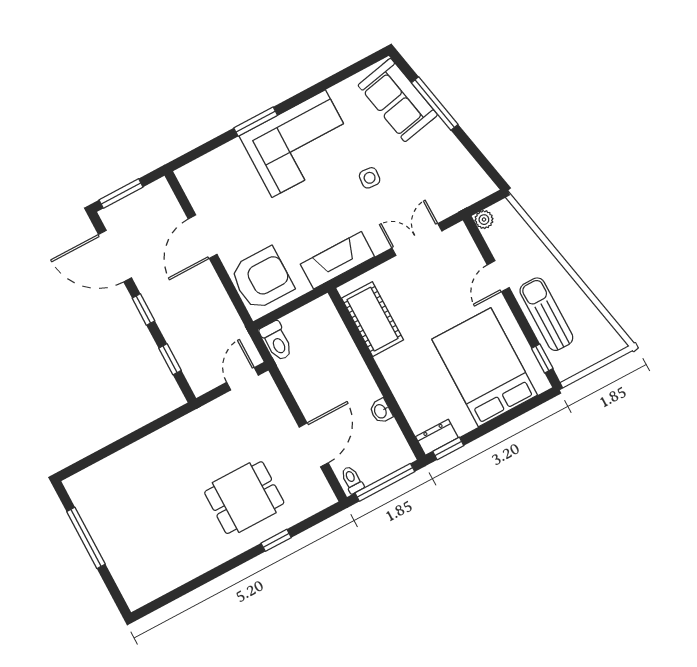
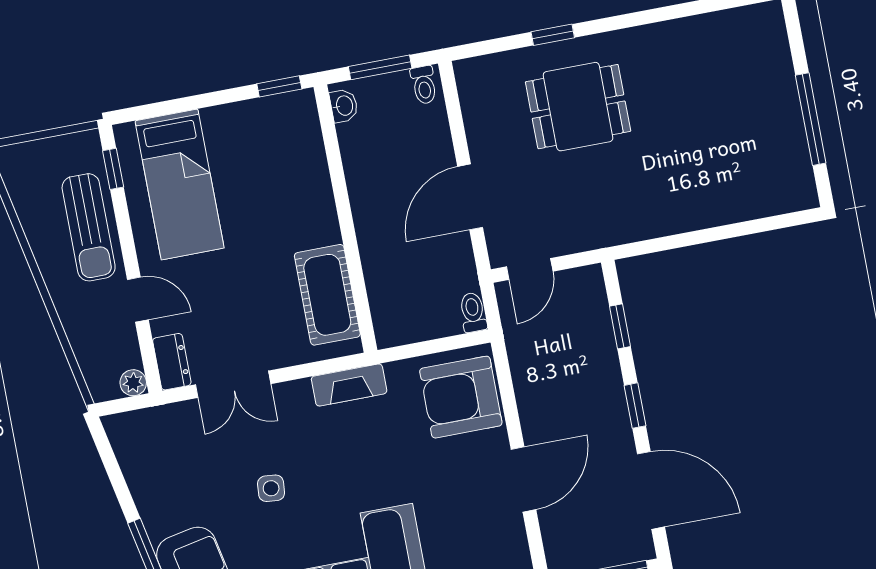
fireplace: (337, 260) -> (349, 385), width x0.73, depth x0.76
door: (498, 276) -> (138, 300), hinge flipped
toilet: (277, 341) -> (473, 312), width x0.73, depth x0.72
bed: (485, 367) -> (180, 184), width x0.67
washbasin: (381, 411) -> (344, 106), moved
dresser: (437, 437) -> (172, 362), moved, turned -90
door: (314, 445) -> (470, 197), moved
window: (385, 482) -> (380, 67), width x0.69

